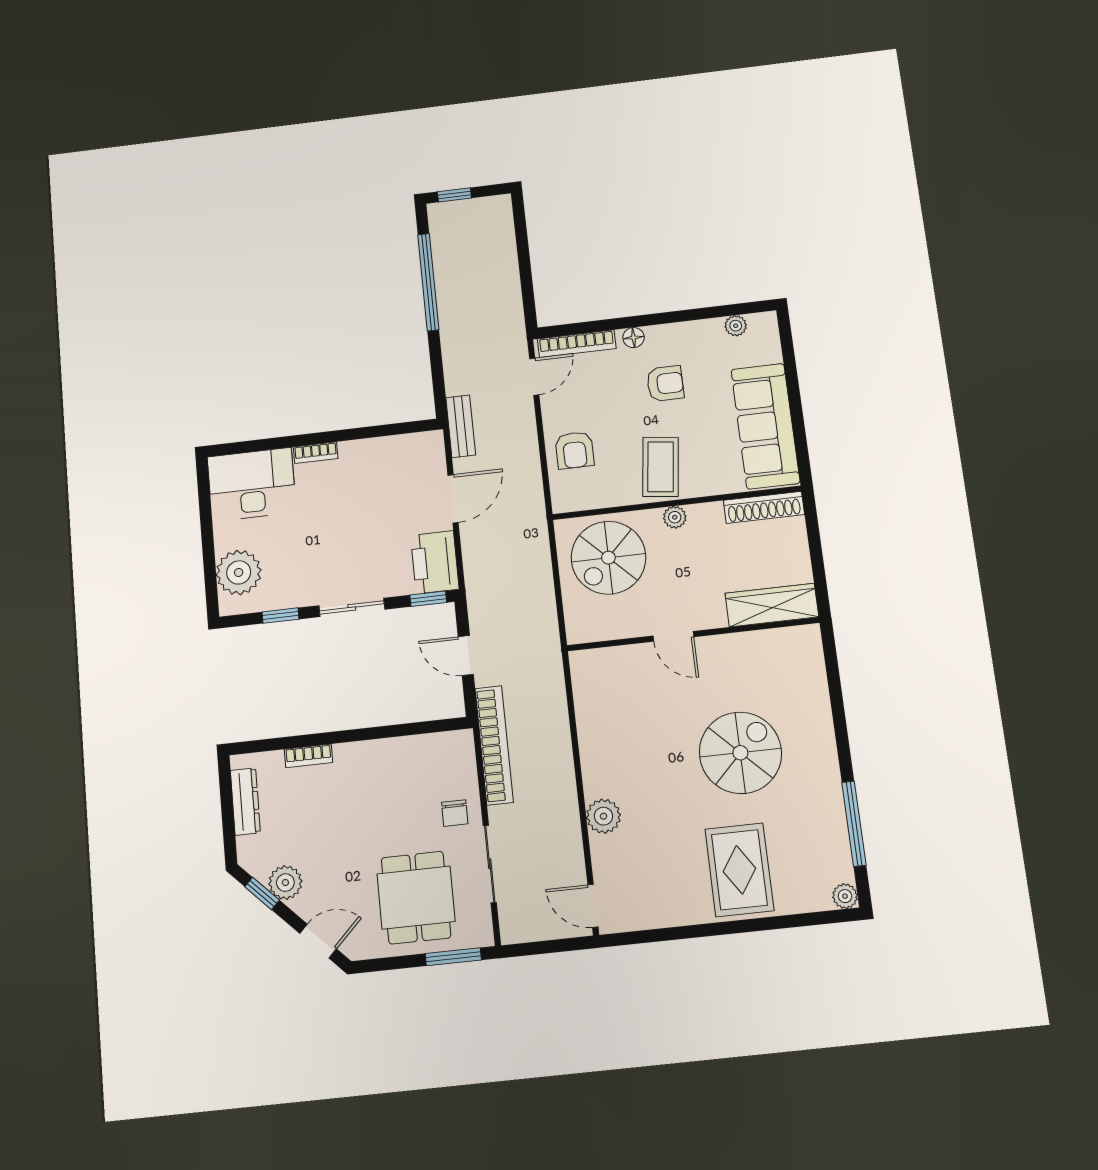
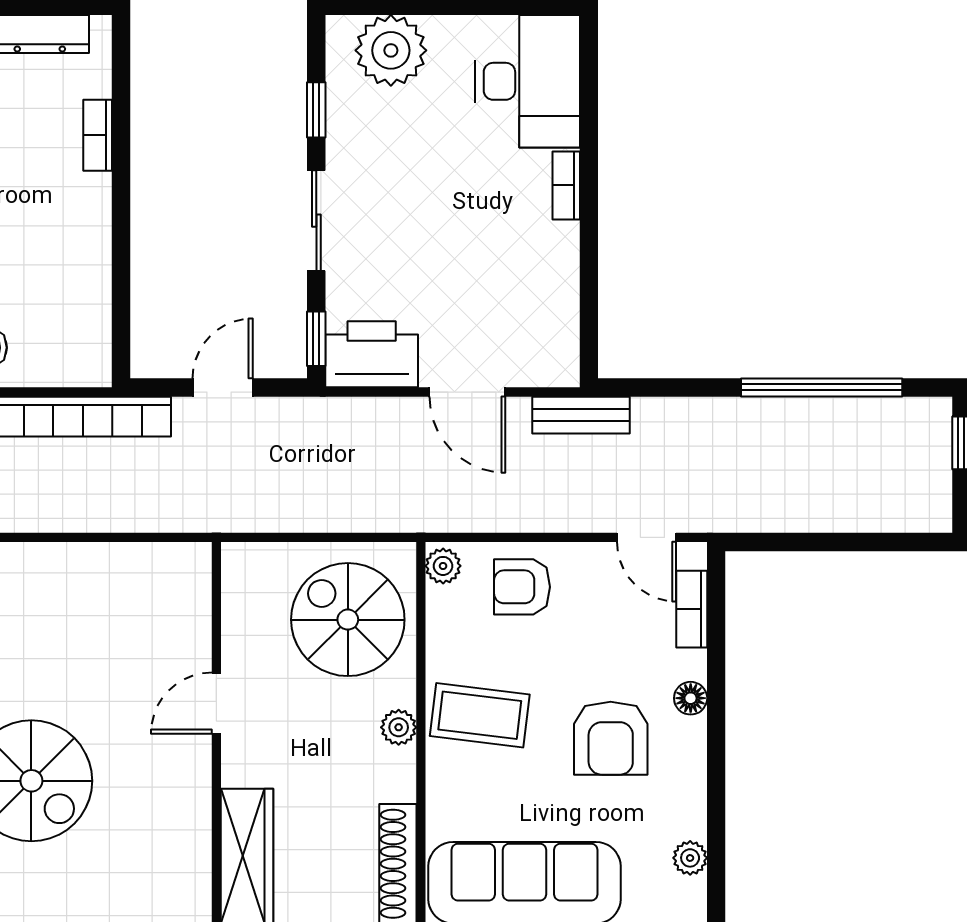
bookcase: (577, 344) -> (692, 609), width x0.64
armchair: (665, 384) -> (611, 738), width x1.38, depth x1.38
plant: (567, 501) -> (443, 566), added

